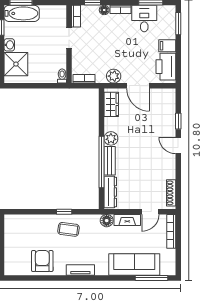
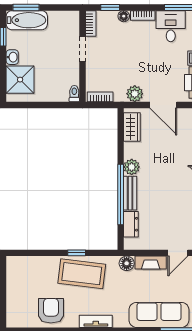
dresser: (110, 192) -> (131, 224), width x0.70
coffee table: (69, 229) -> (82, 274), width x1.86, depth x1.72

